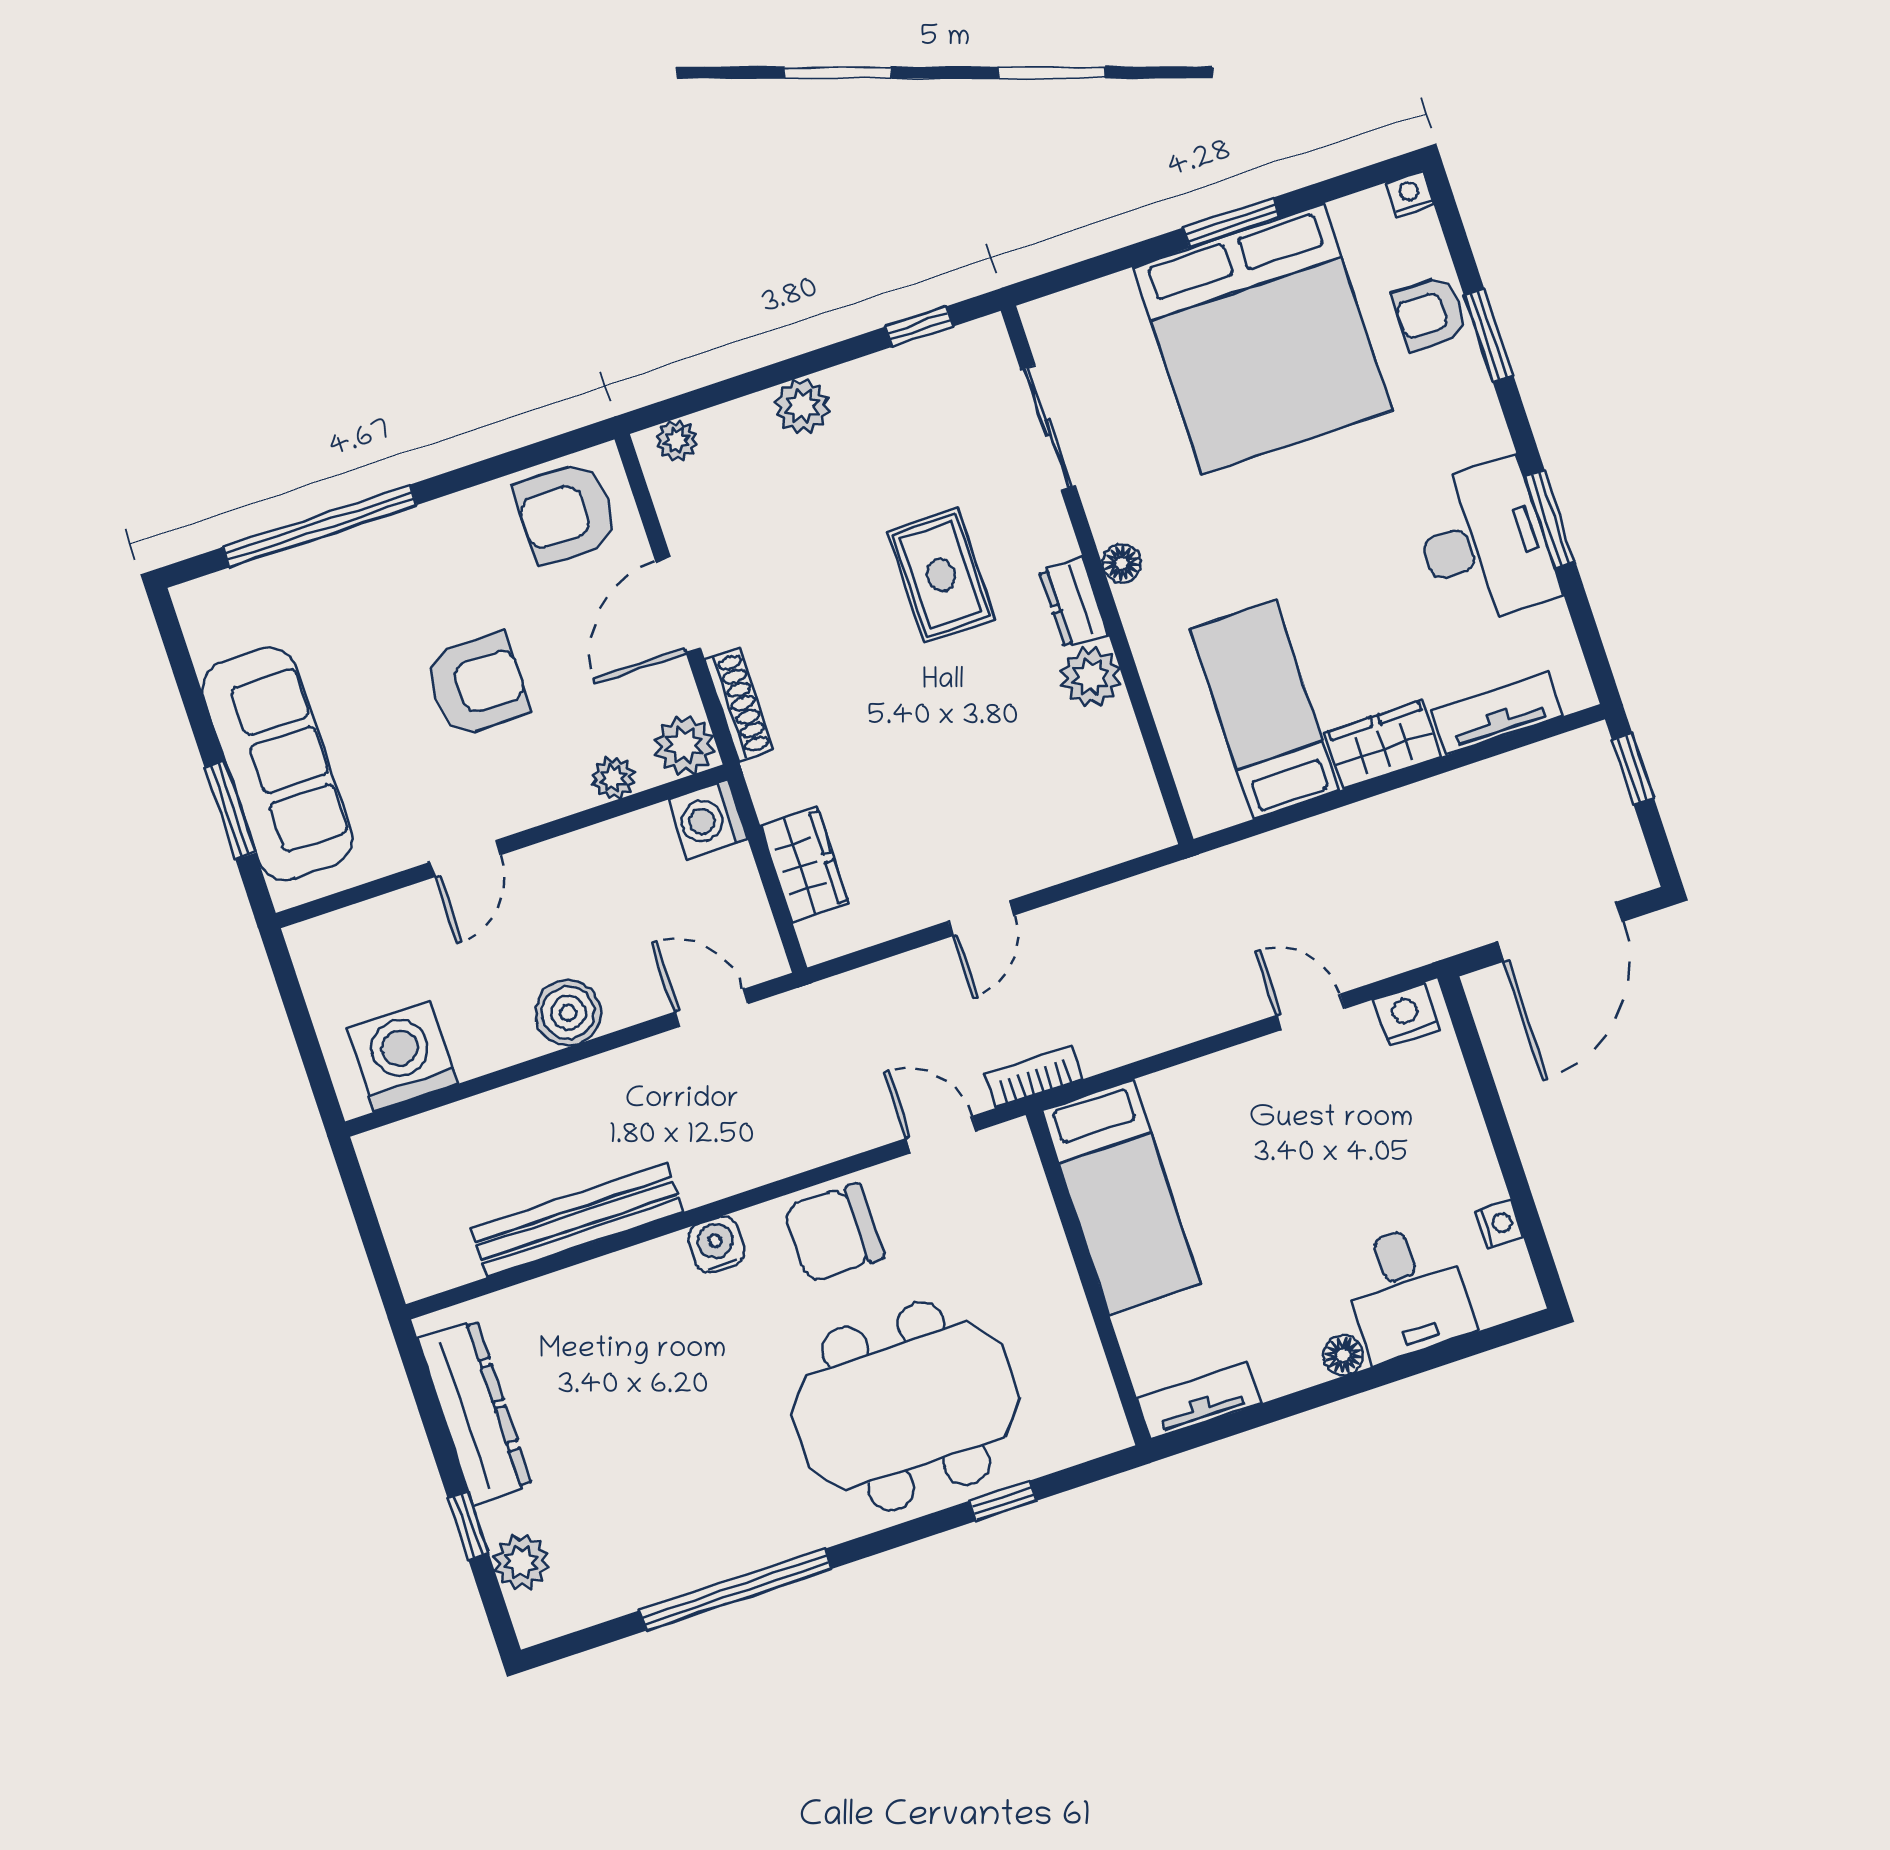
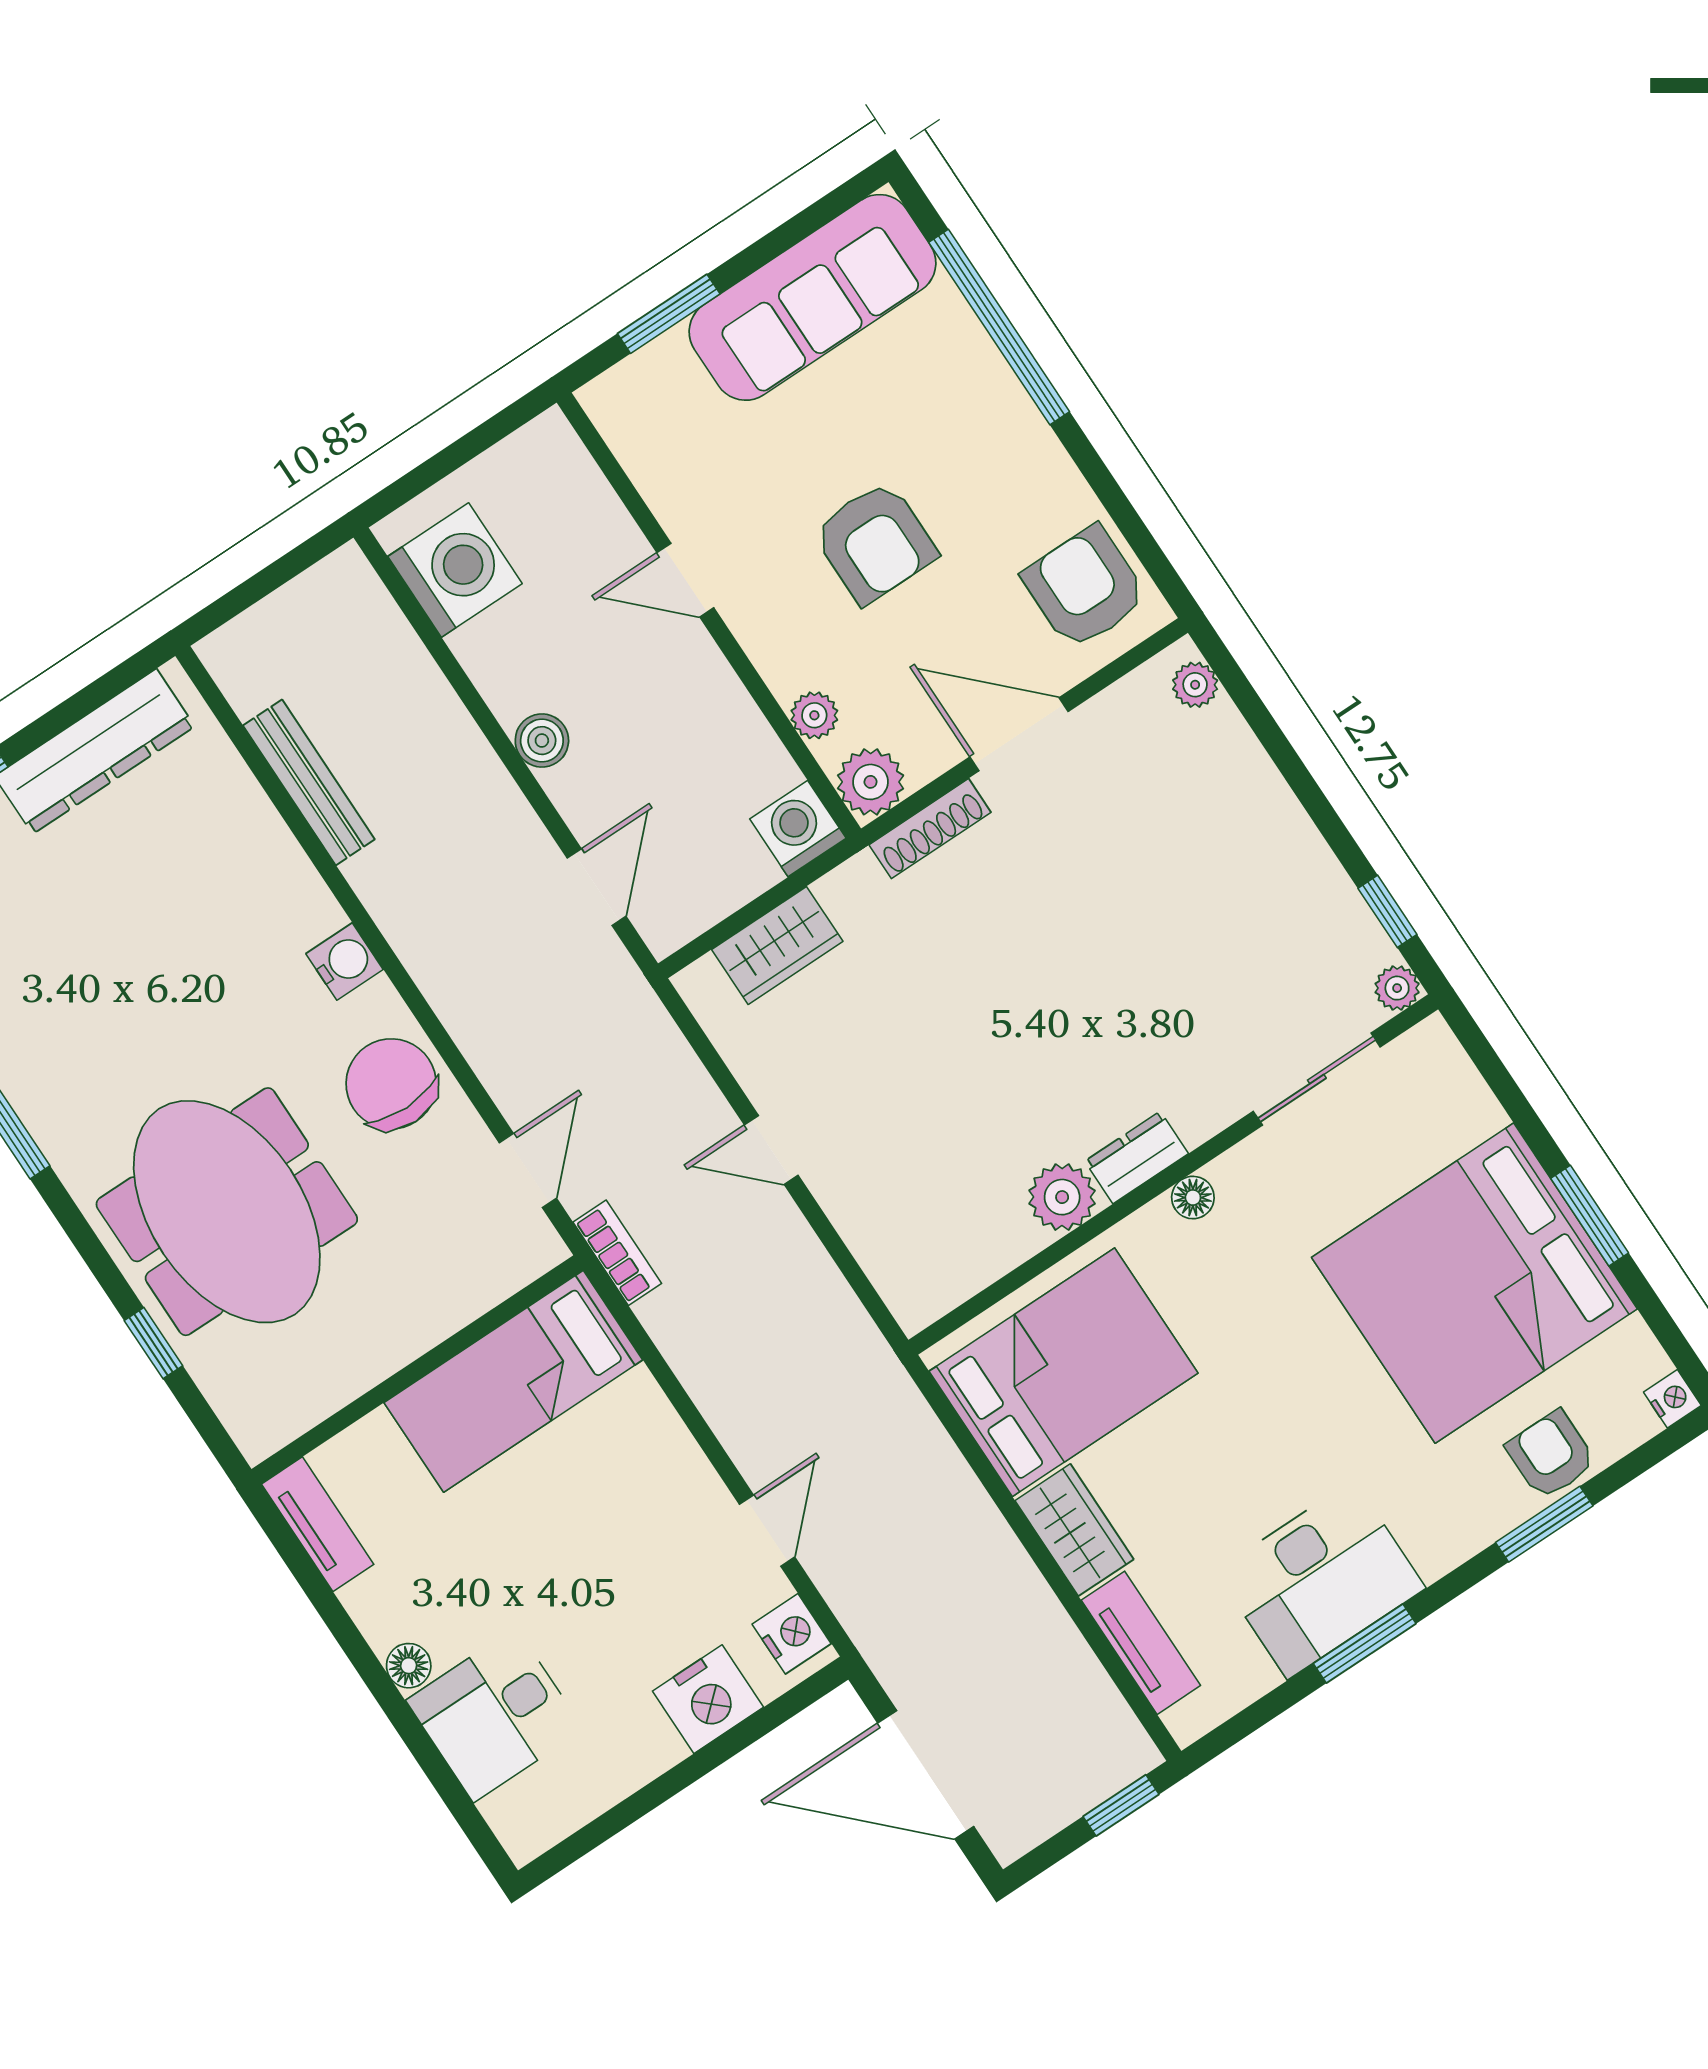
plant: (802, 406) -> (1397, 988), moved, width x0.73, depth x0.73
rug: (941, 575) -> (1128, 1007), removed
bed: (1264, 710) -> (1063, 1372), width x1.50
sofa: (277, 764) -> (813, 297), moved
boiler: (568, 1013) -> (542, 741), width x0.73, depth x0.73
bench: (577, 1220) -> (309, 782), width x0.73, depth x0.82
nightstand: (1499, 1224) -> (708, 1699), moved, width x1.89, depth x1.79

